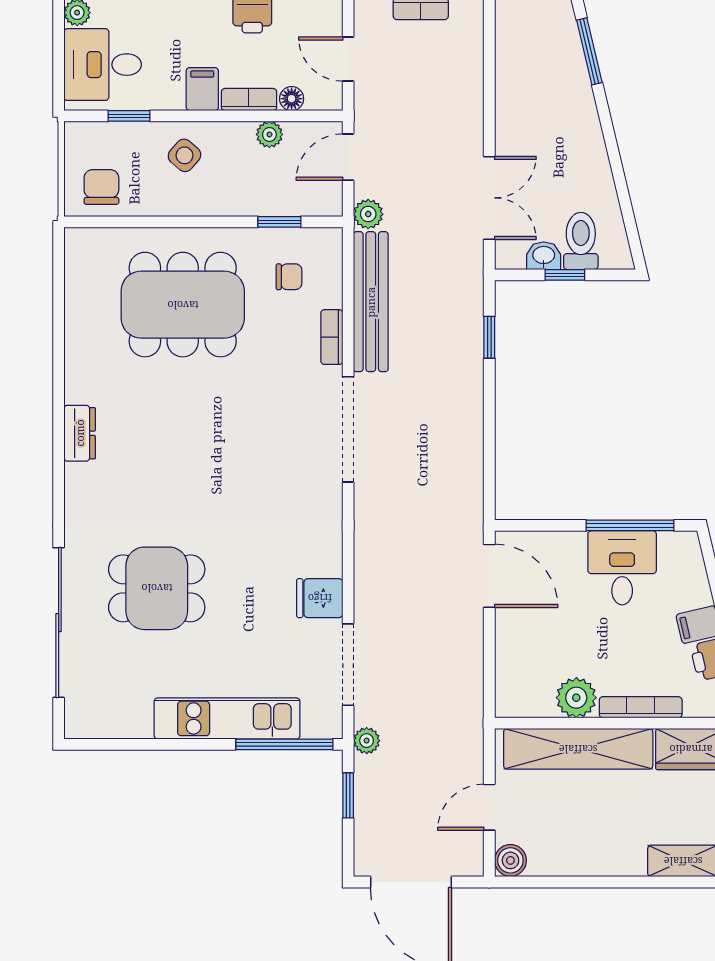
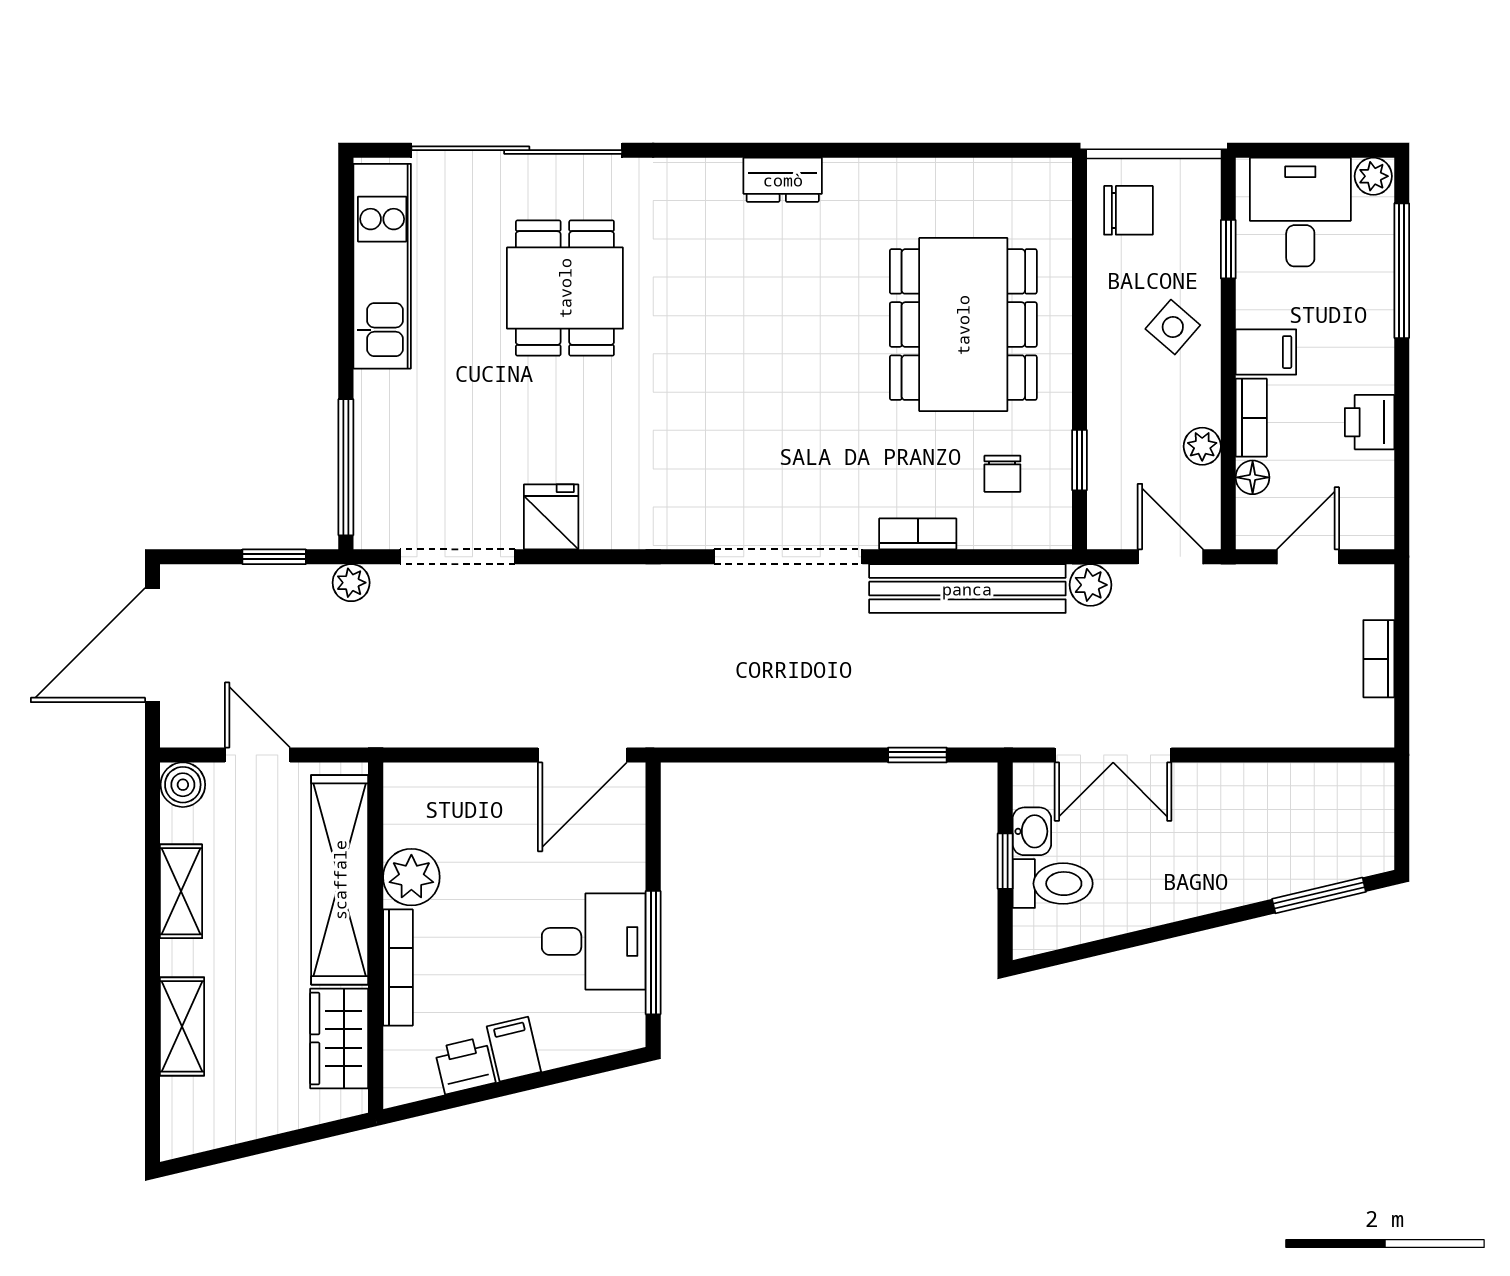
kitchen unit: (227, 718) -> (382, 266), moved
shelving: (586, 862) -> (181, 891), added

